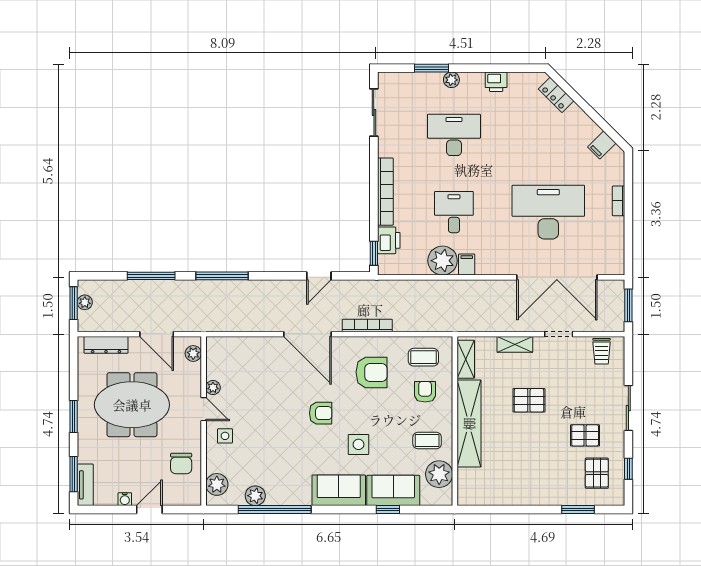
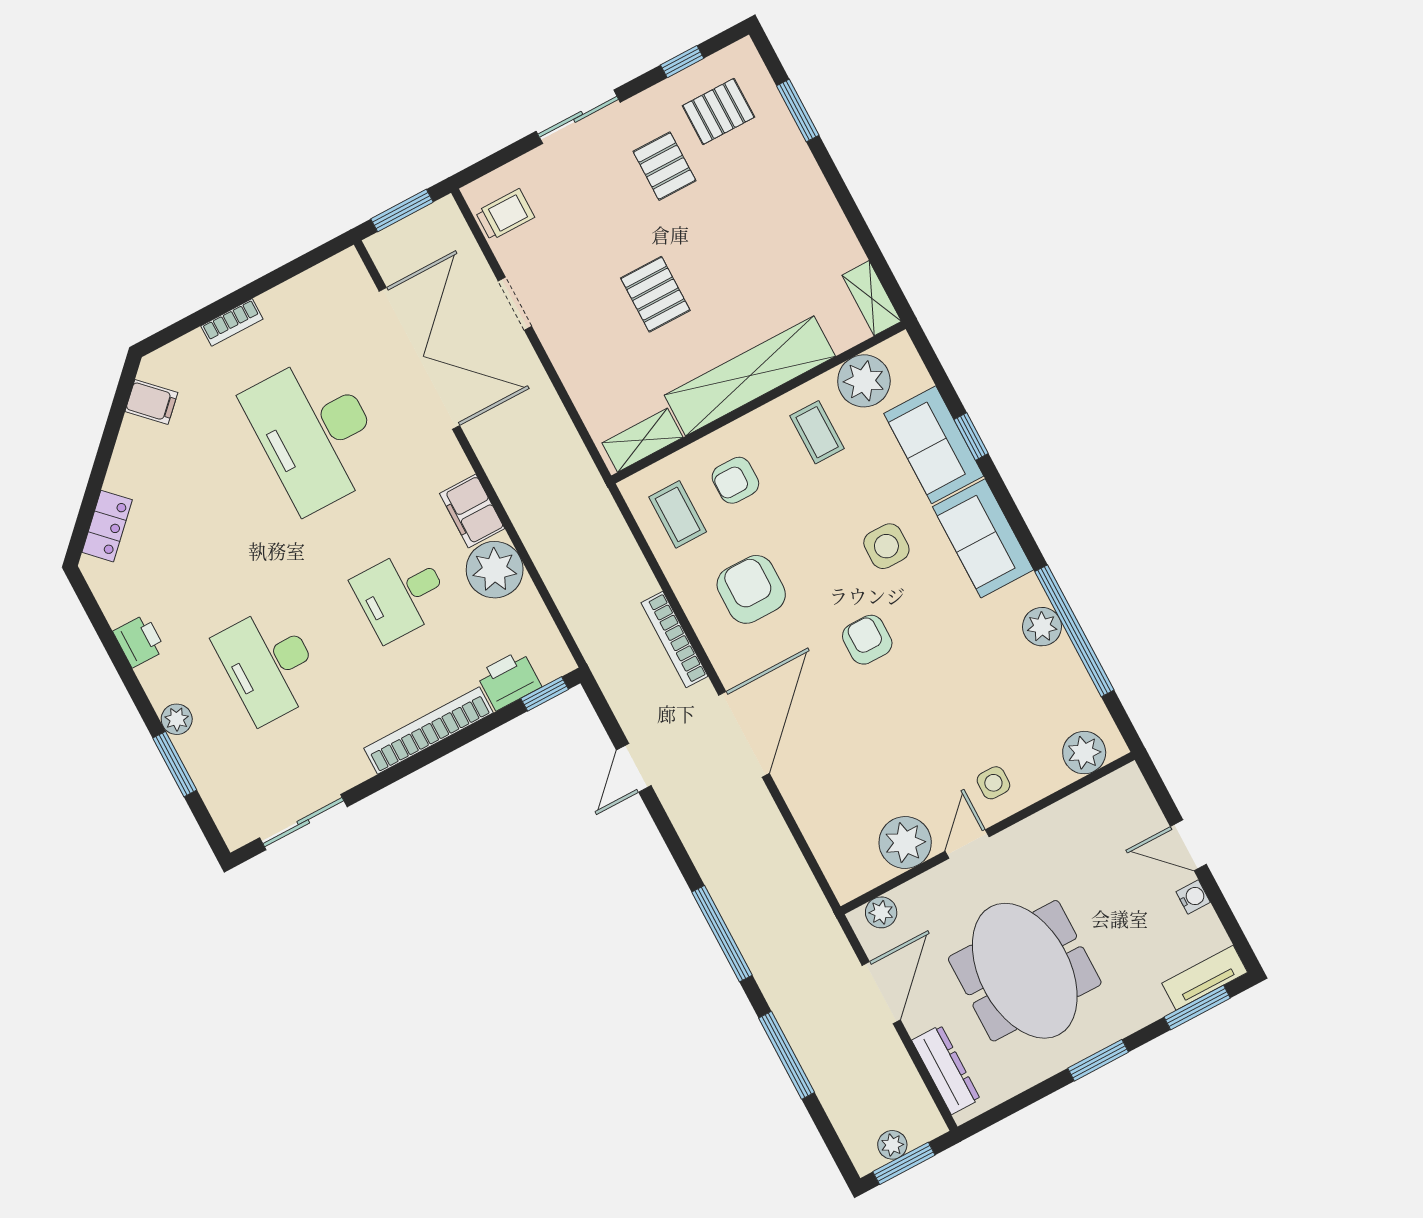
filing cabinet: (467, 265) -> (472, 511), width x2.00
door: (319, 276) -> (634, 768), swing flipped
shelving: (515, 344) -> (872, 298), moved
plant: (213, 388) -> (905, 842), width x1.88, depth x1.88
chair: (181, 463) -> (1081, 833), removed
plant: (255, 496) -> (1042, 627), moved

